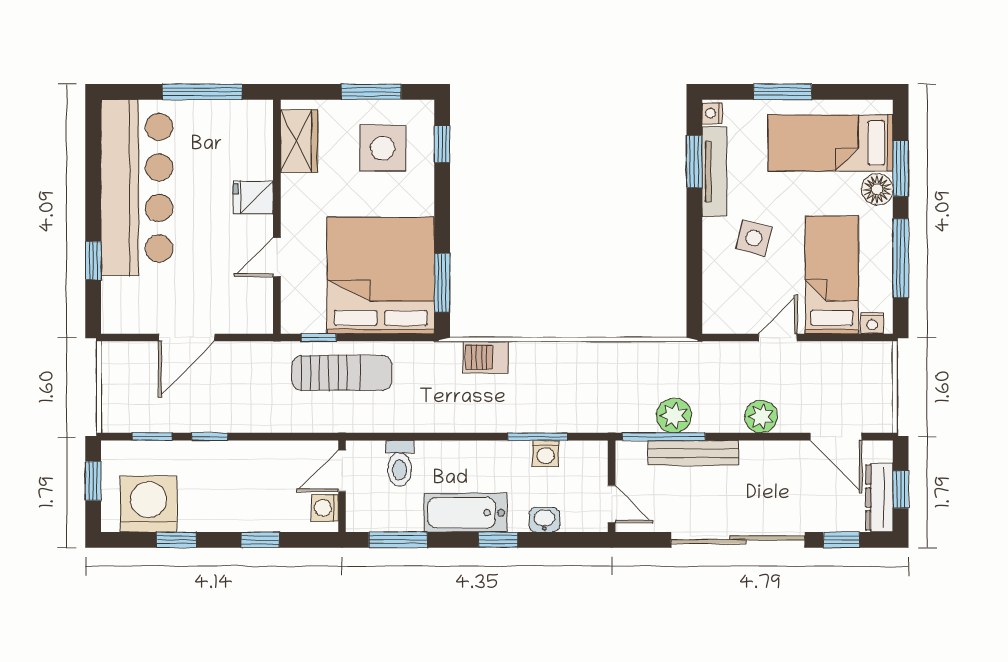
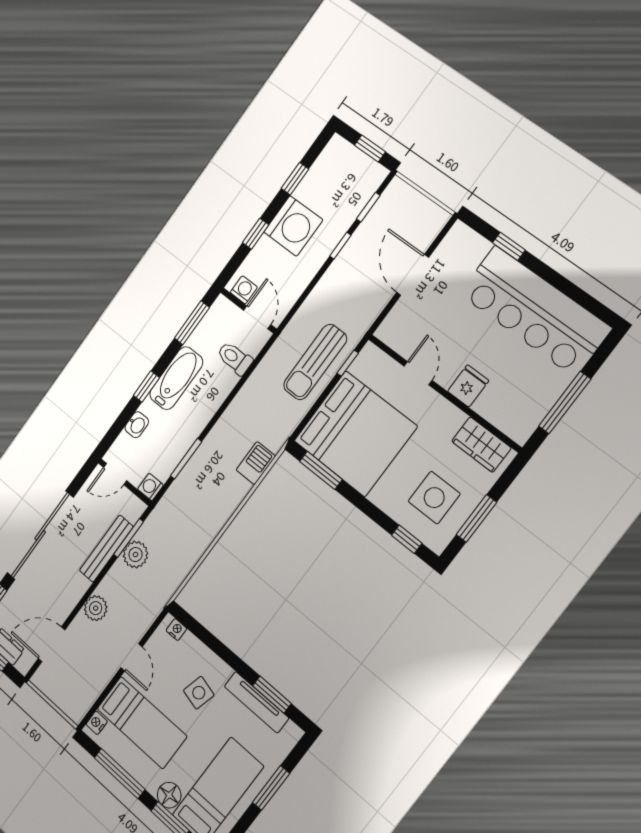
nightstand: (712, 113) -> (176, 630), moved
window: (664, 437) -> (129, 538), width x0.69
washing machine: (546, 453) -> (150, 487), moved
washing machine: (149, 504) -> (293, 226), moved

